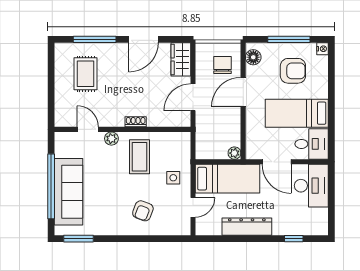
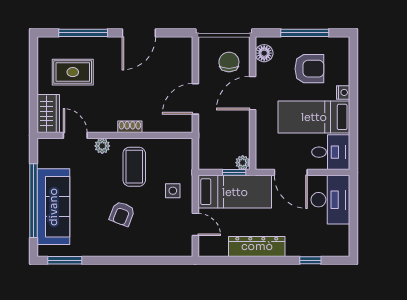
nightstand: (322, 49) -> (343, 92), moved
wardrobe: (181, 59) -> (48, 114), moved, turned 180
rug: (86, 74) -> (73, 72), turned 90
window: (227, 162) -> (234, 172), added
door: (193, 207) -> (195, 224), hinge flipped
armchair: (143, 211) -> (122, 214), moved

